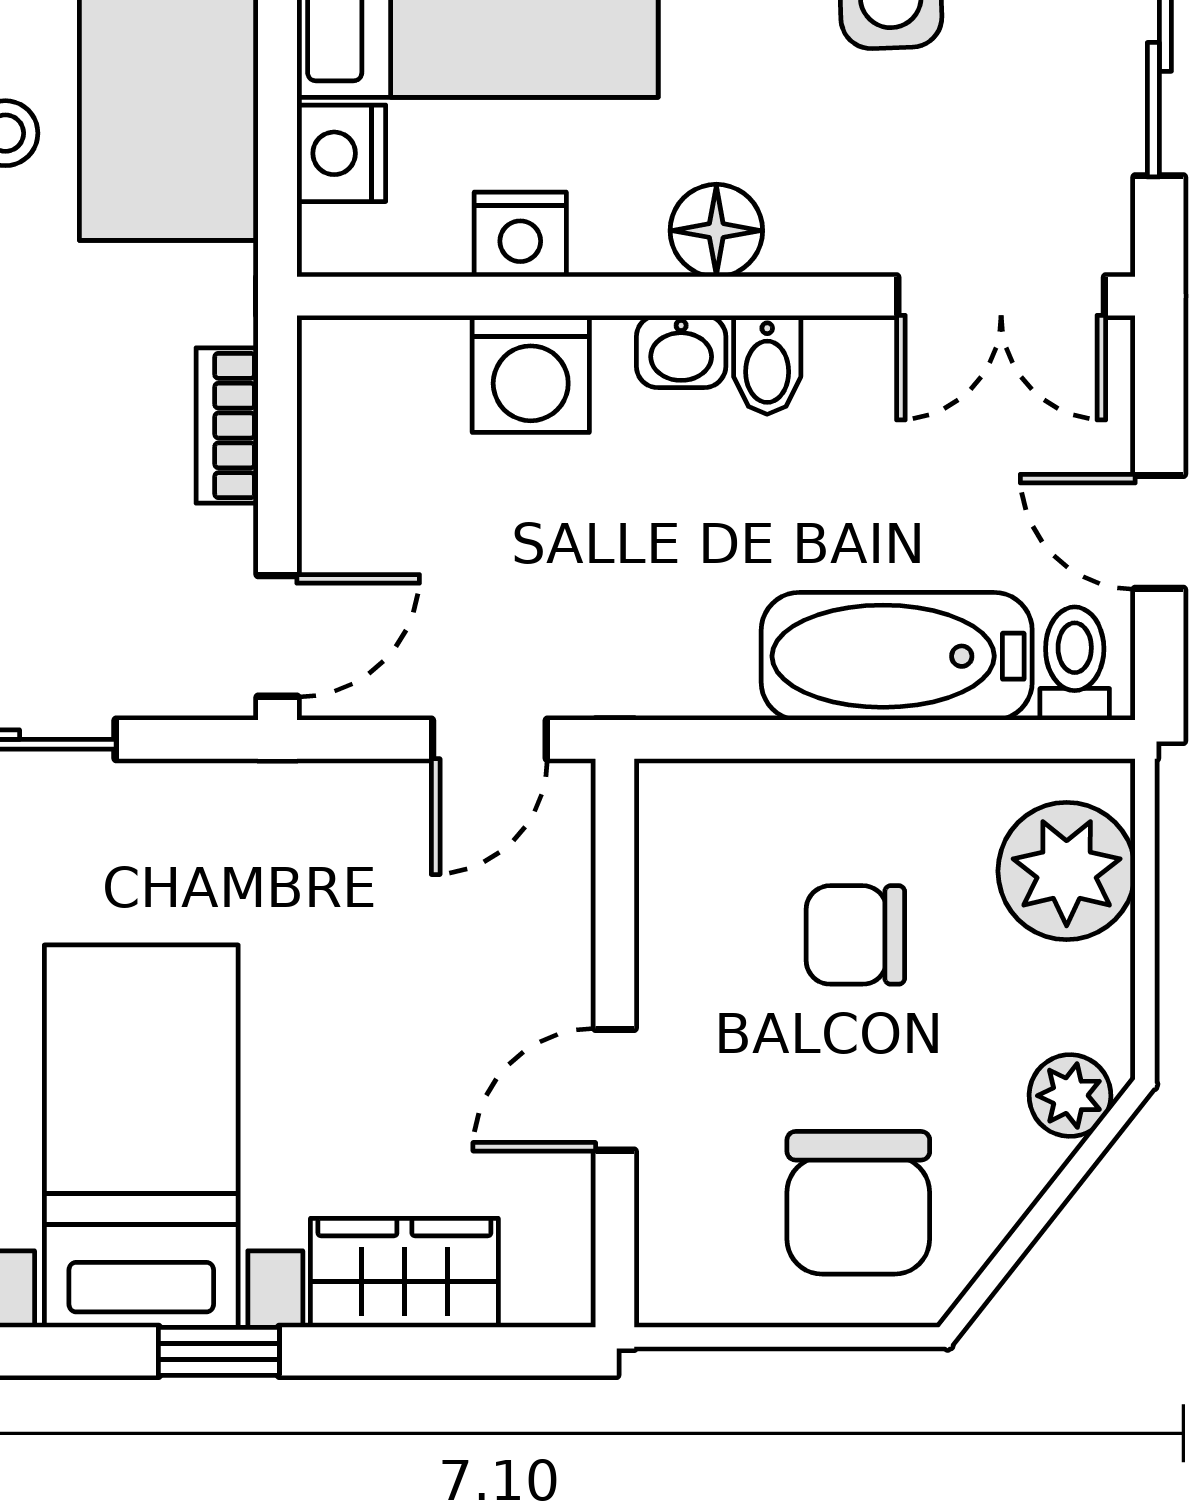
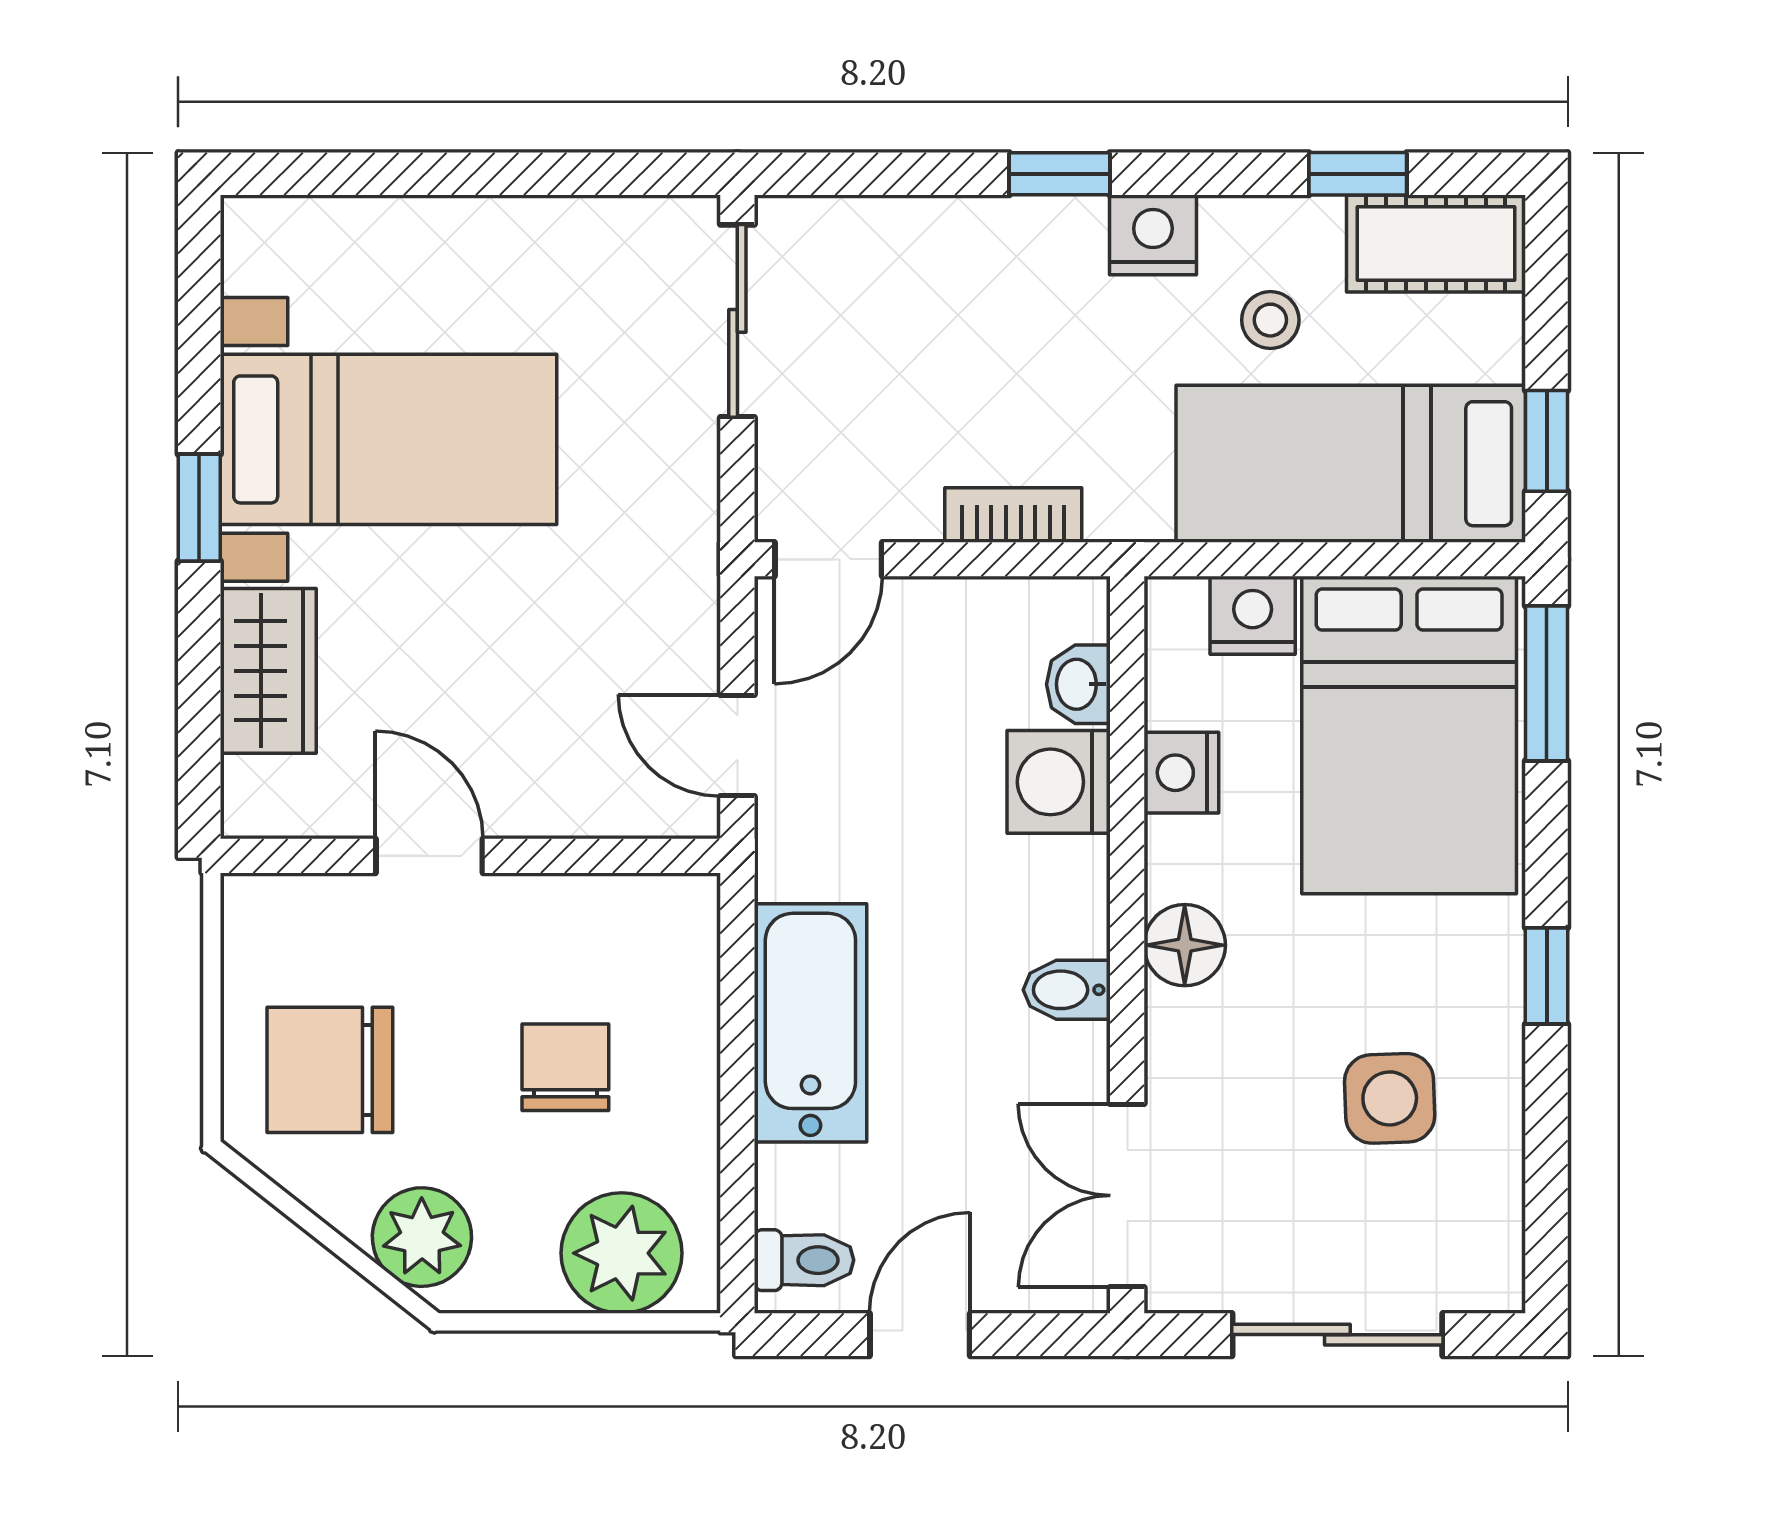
washbasin: (681, 352) -> (1078, 684), moved
door: (278, 636) -> (828, 559), hinge flipped
bathtub: (897, 656) -> (810, 1023), moved
plant: (1070, 1096) -> (422, 1237), width x1.38, depth x1.38

